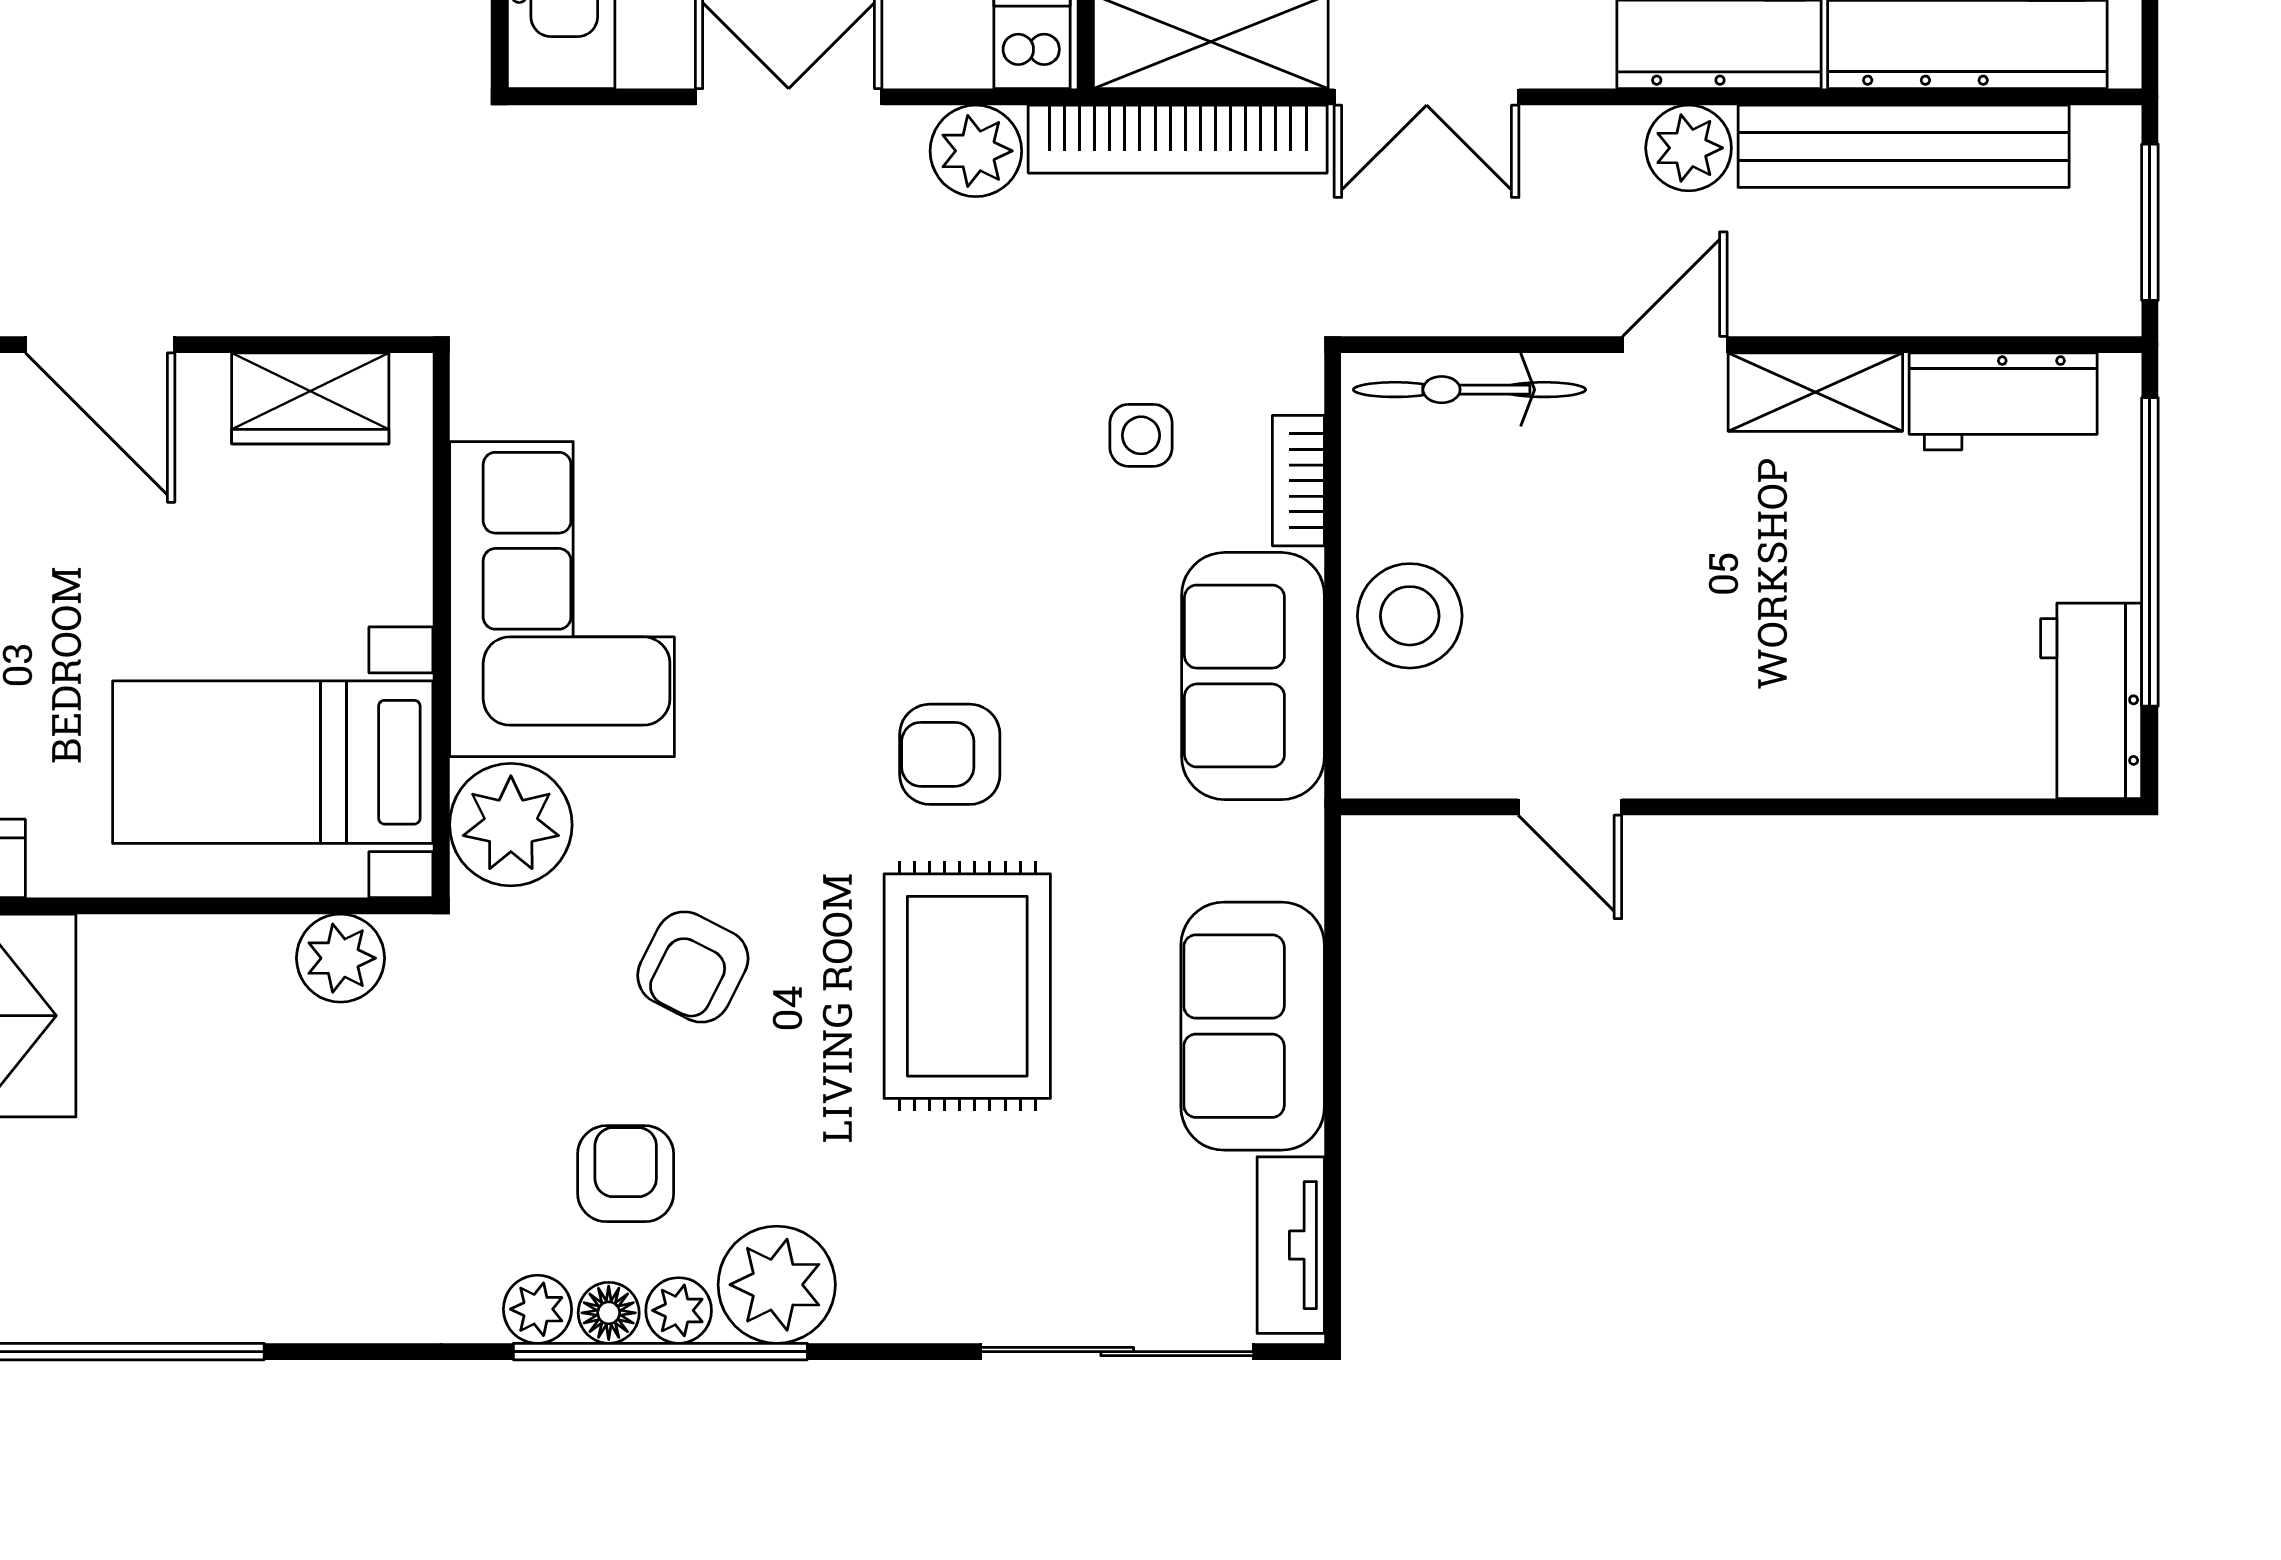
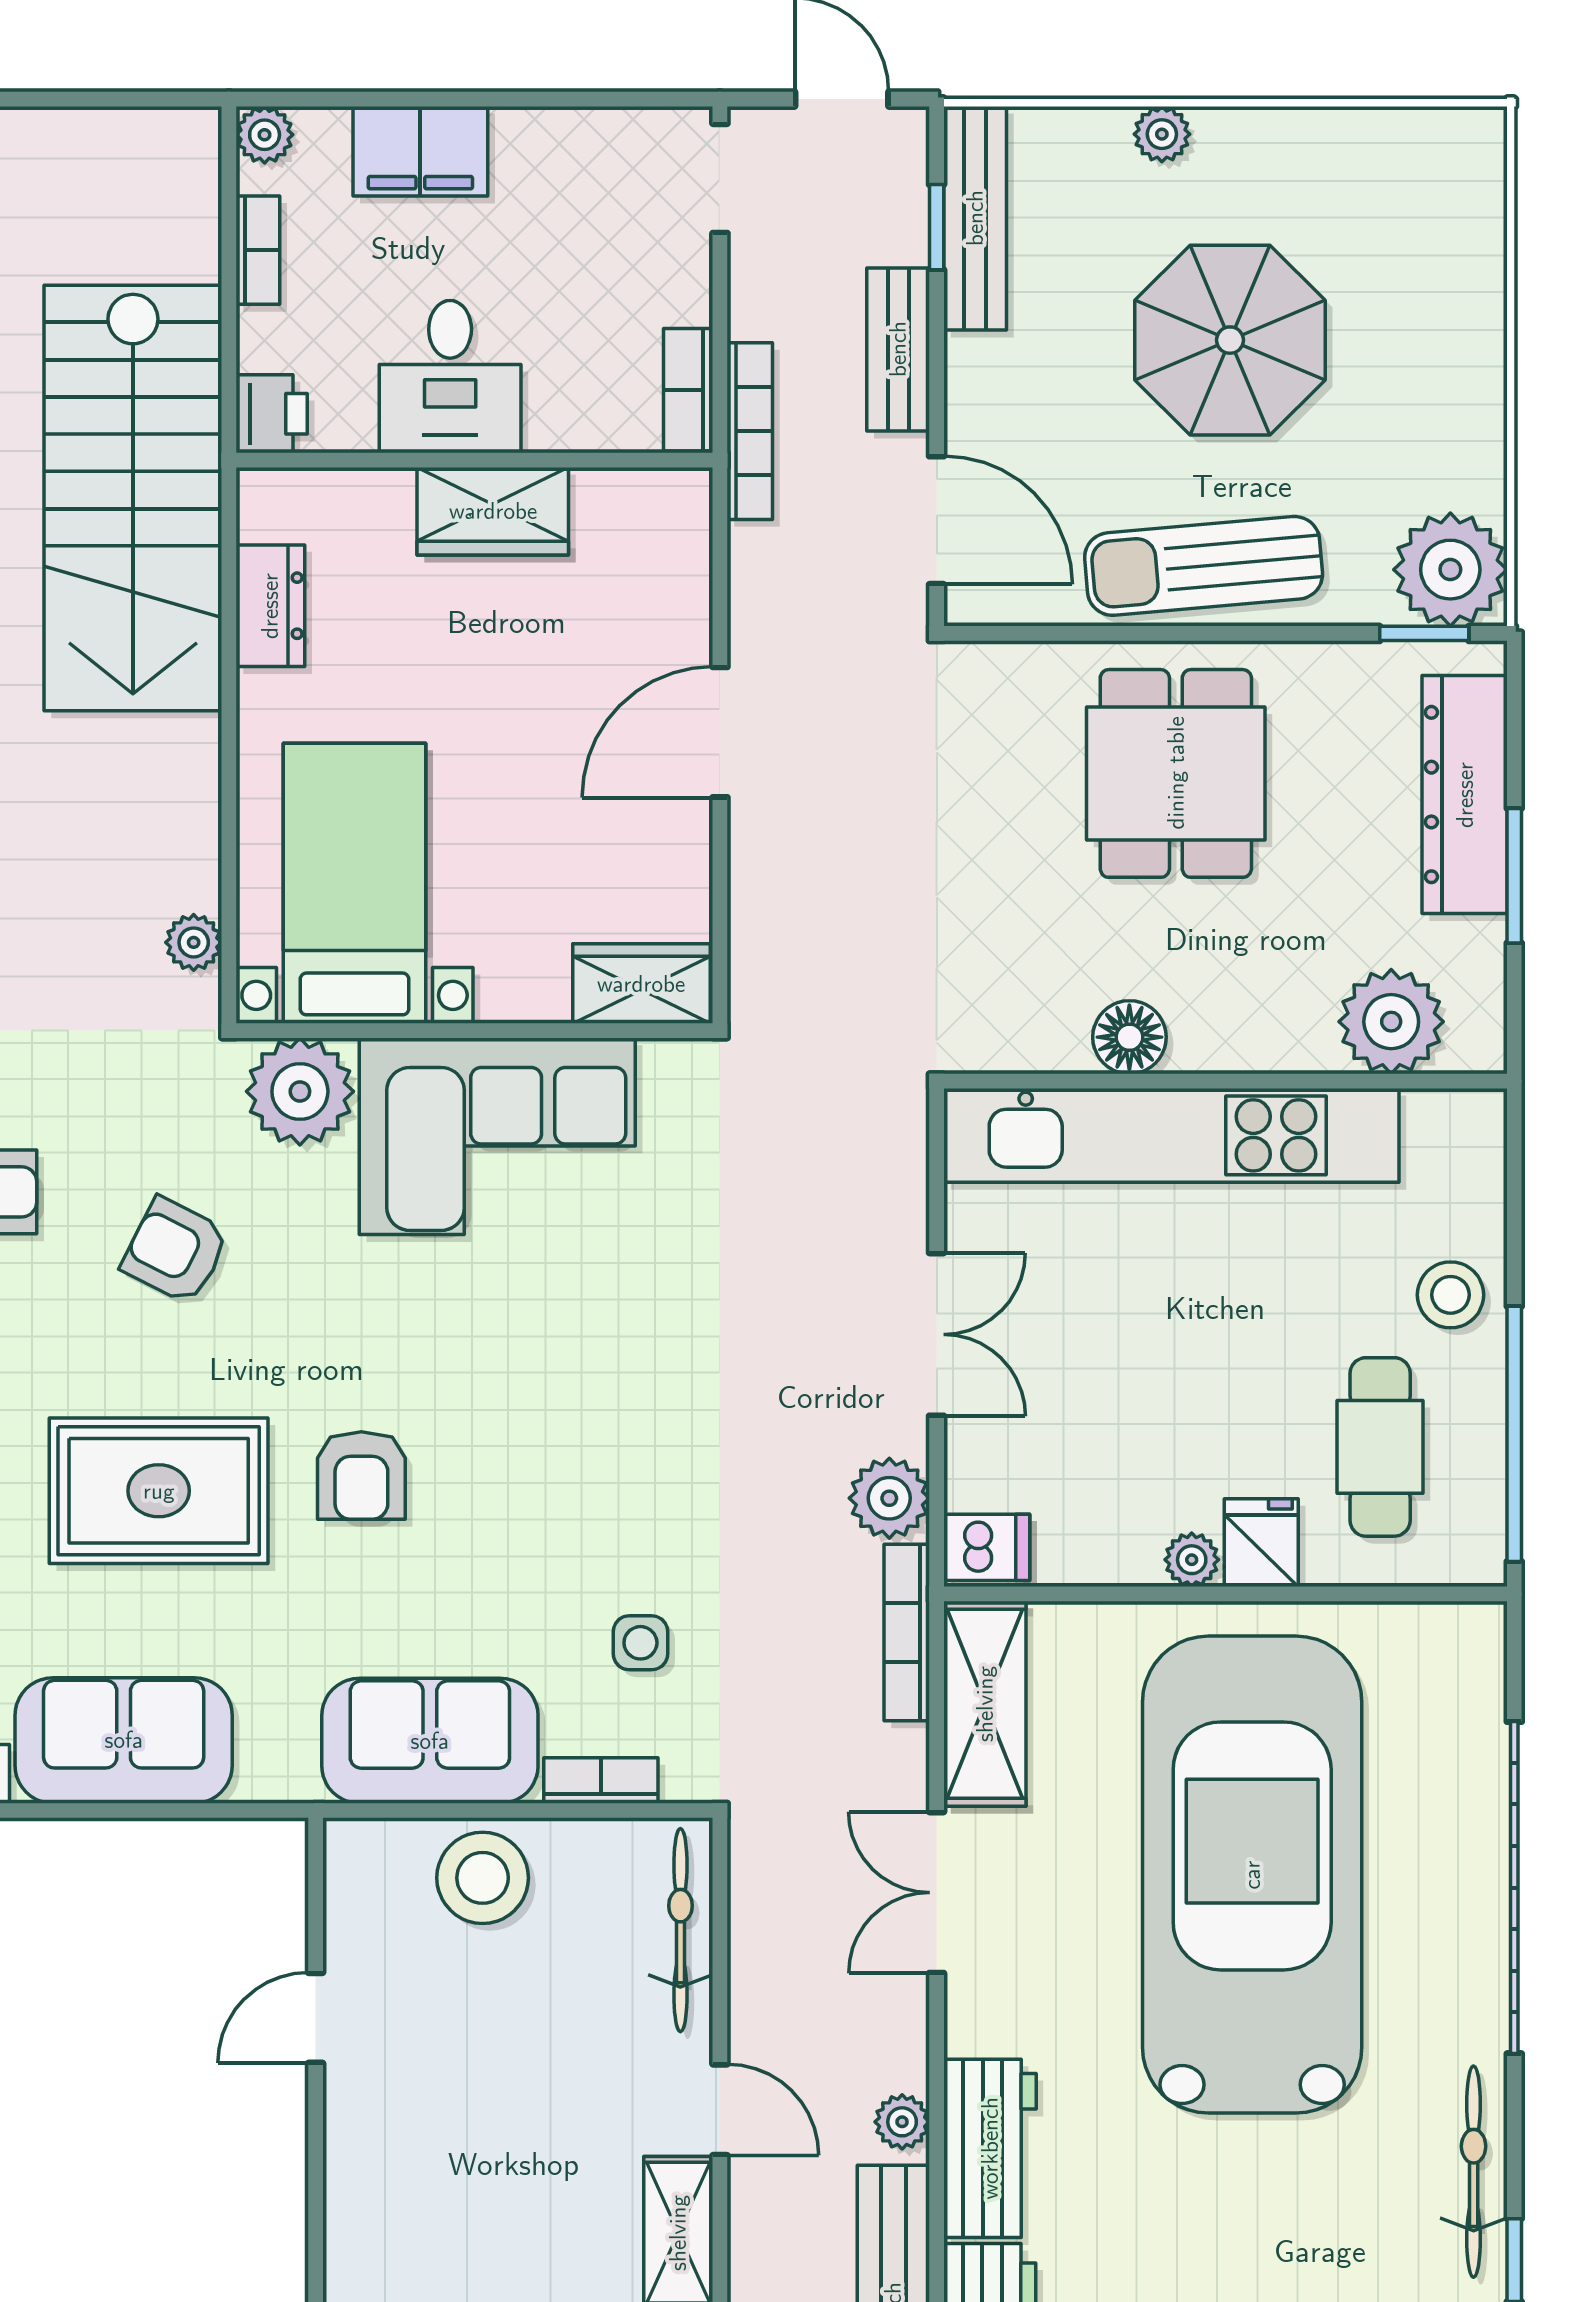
bookcase: (1178, 139) -> (907, 1632), width x0.68, depth x0.76
plant: (1689, 148) -> (902, 2122), width x0.73, depth x0.73
wardrobe: (310, 398) -> (641, 984), moved, turned 90
armchair: (950, 754) -> (361, 1475), turned 180
plant: (340, 958) -> (194, 942), width x0.73, depth x0.73

